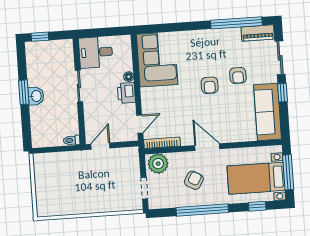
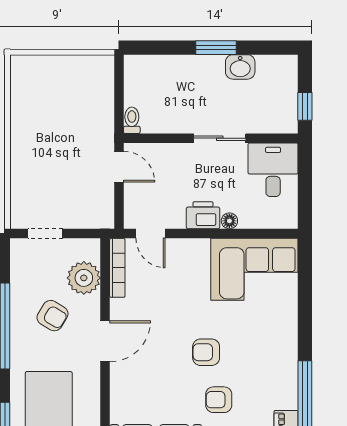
window: (40, 37) -> (305, 106), moved
washbasin: (36, 96) -> (240, 67), moved
plant: (158, 164) -> (84, 278), moved

